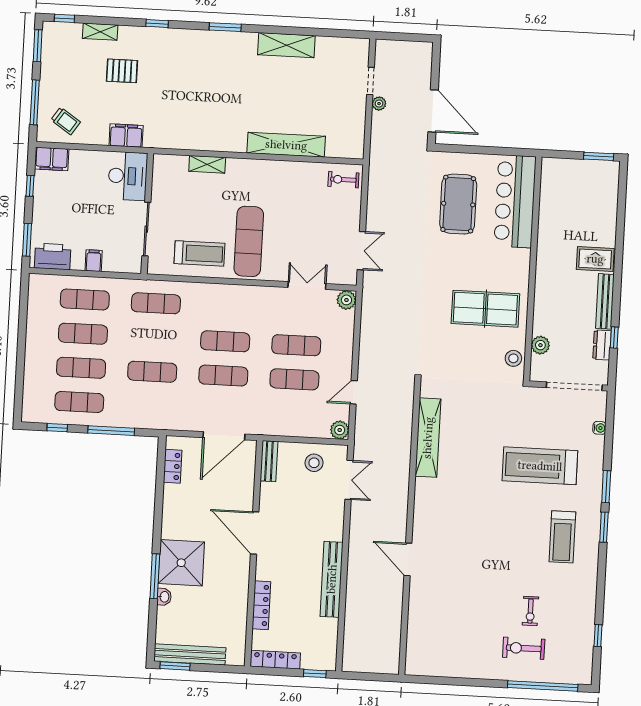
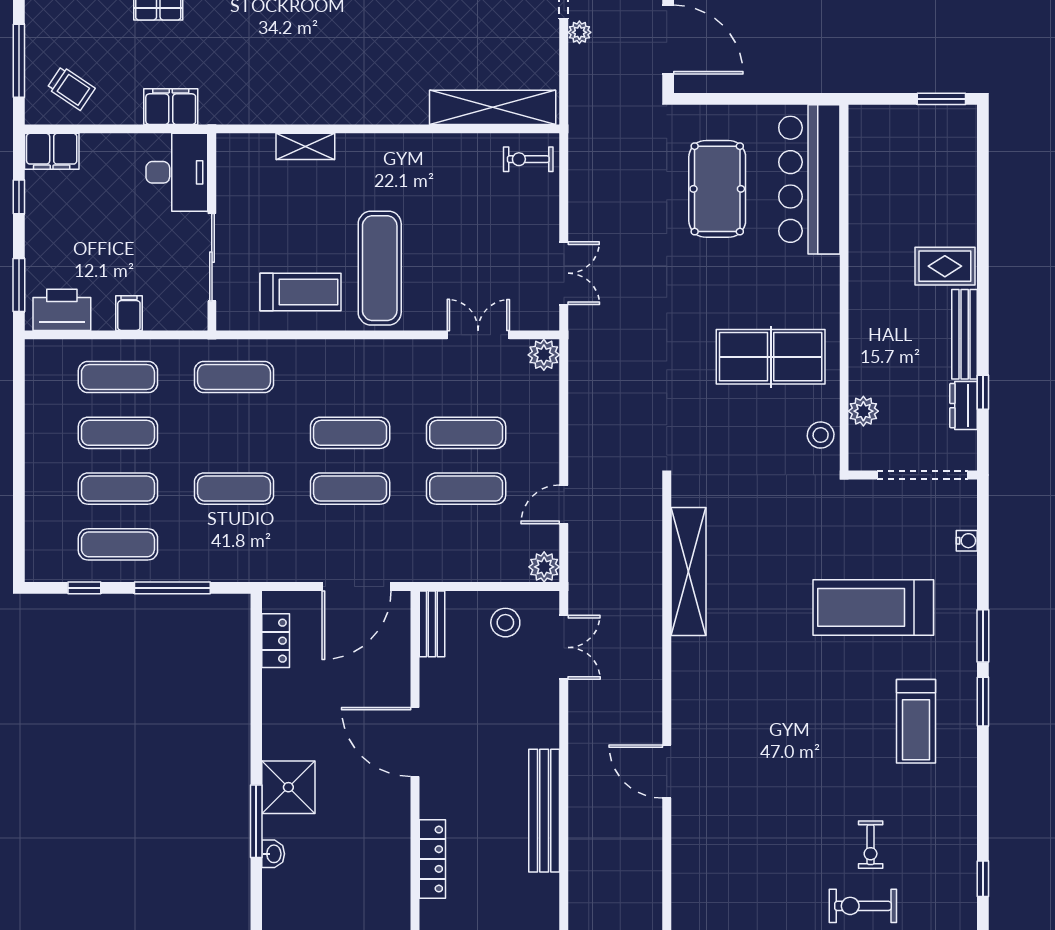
shelving: (286, 145) -> (493, 107), moved
shower: (181, 563) -> (288, 787), width x0.73, depth x0.73

